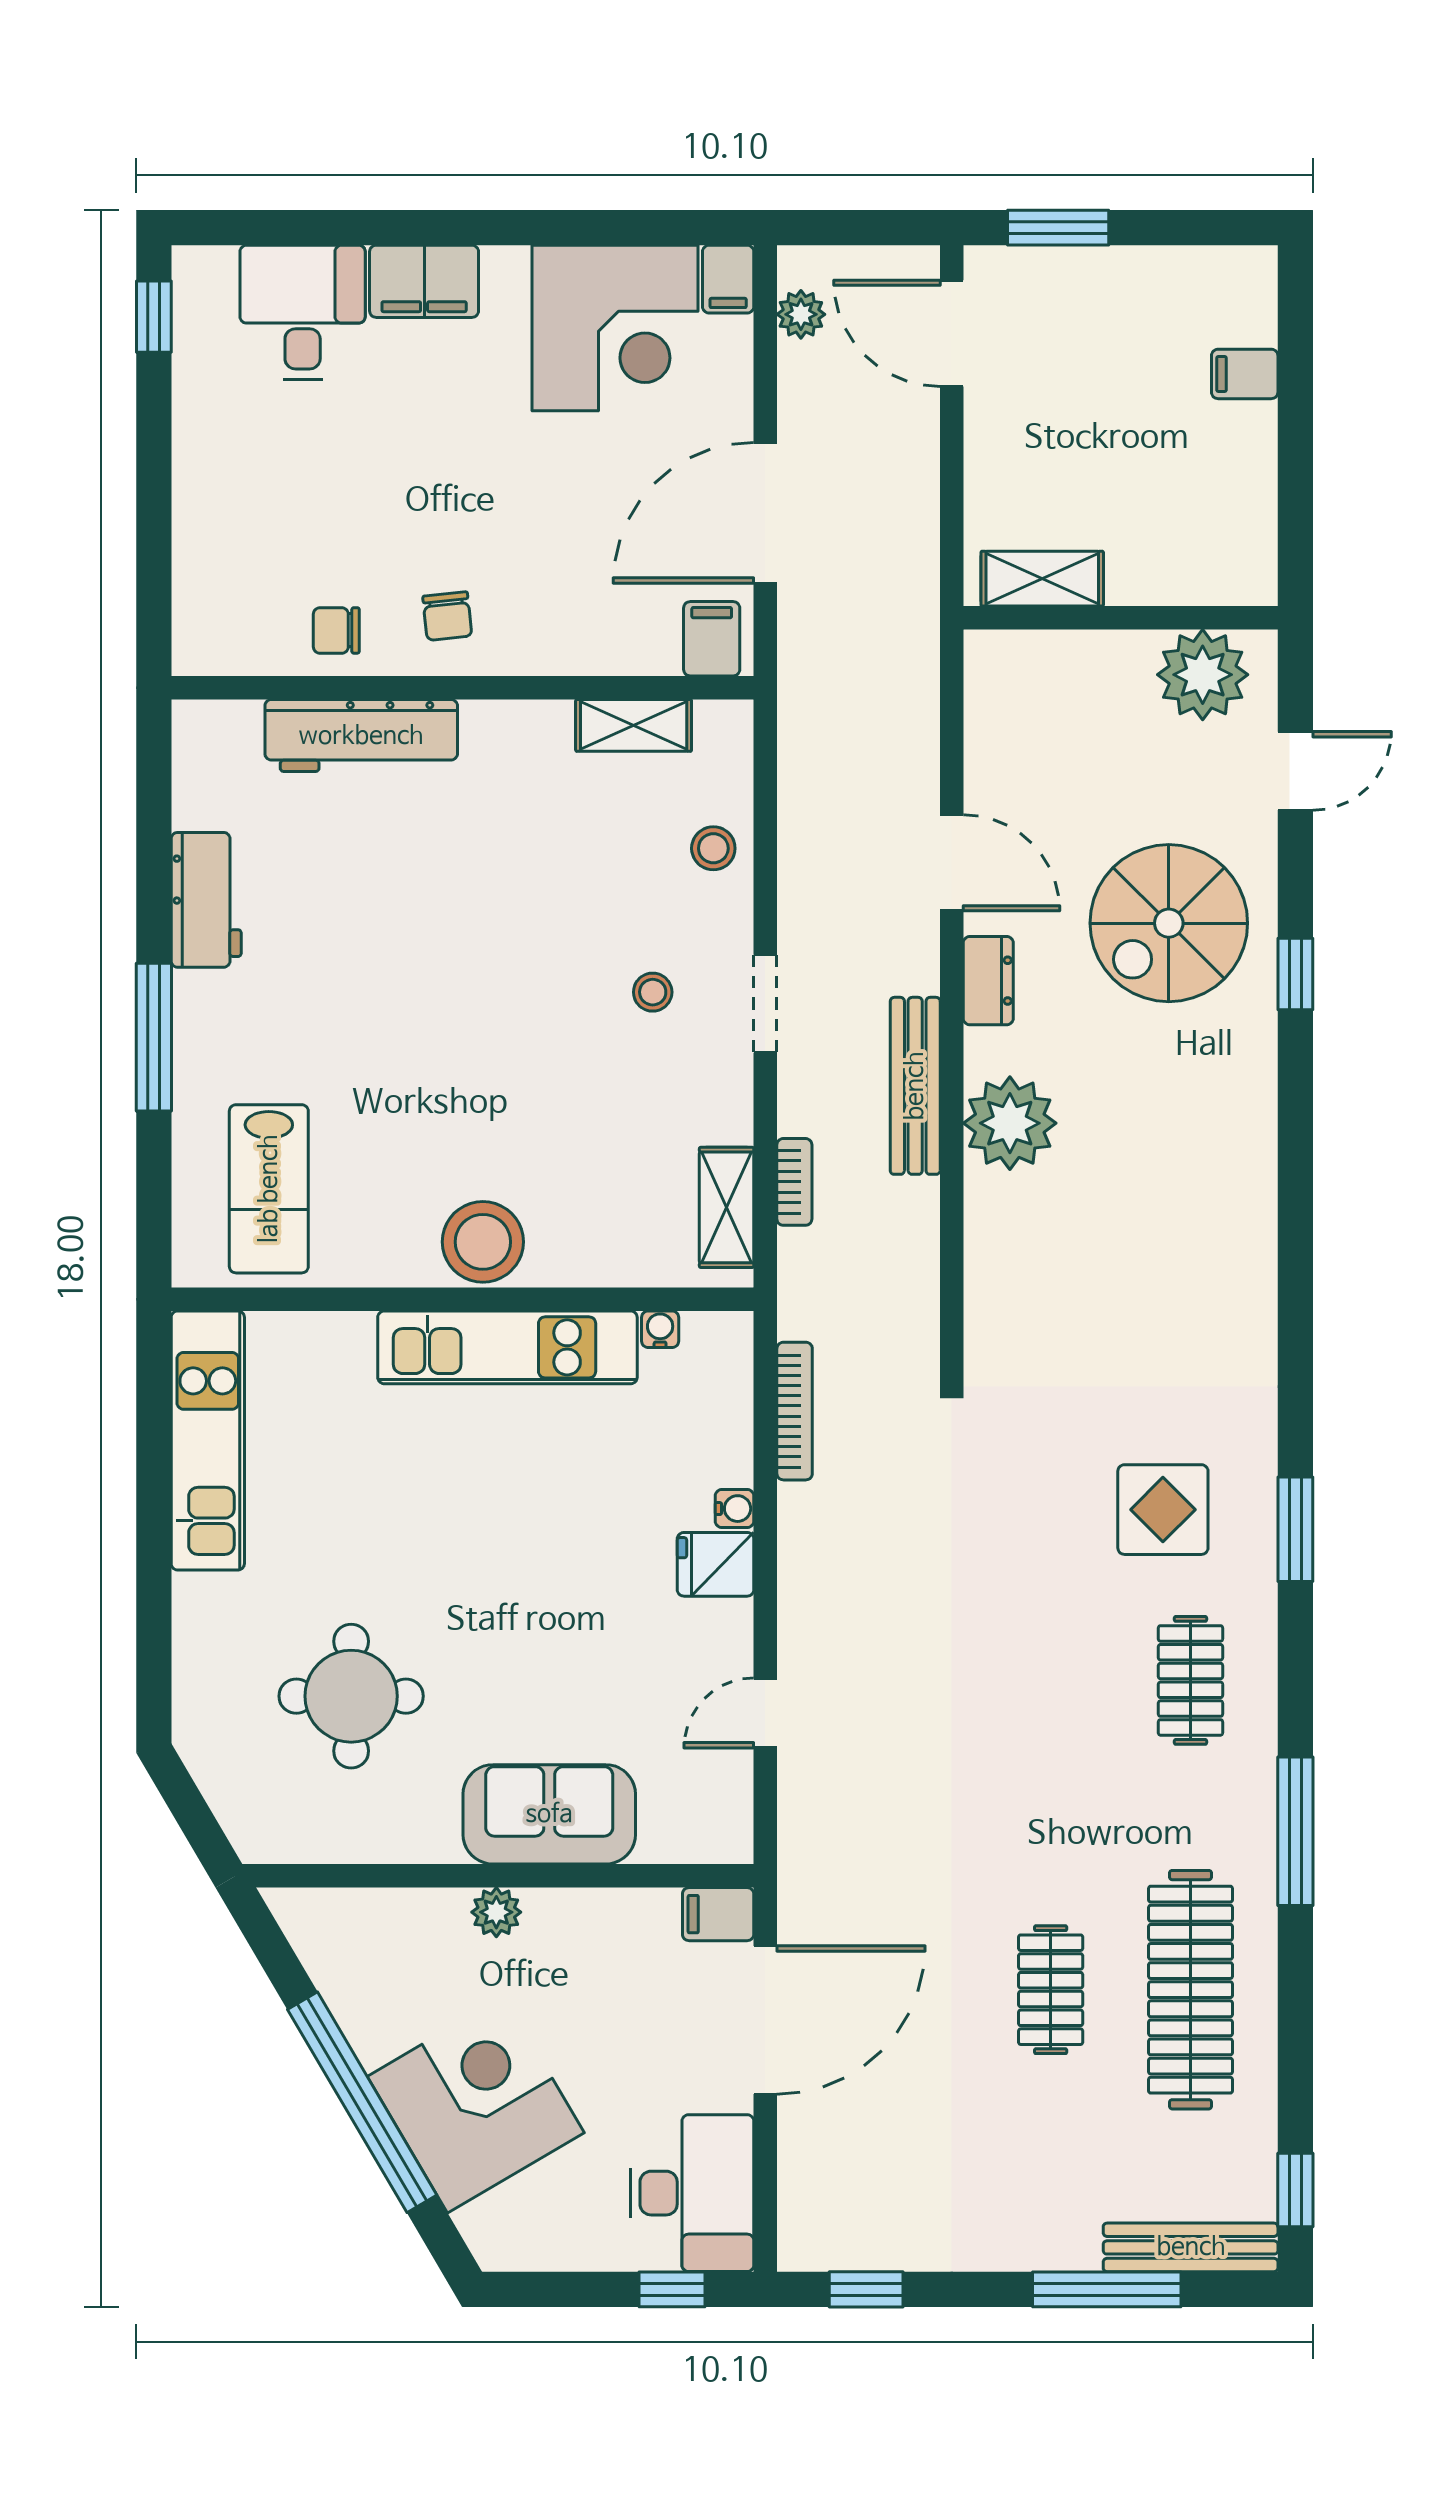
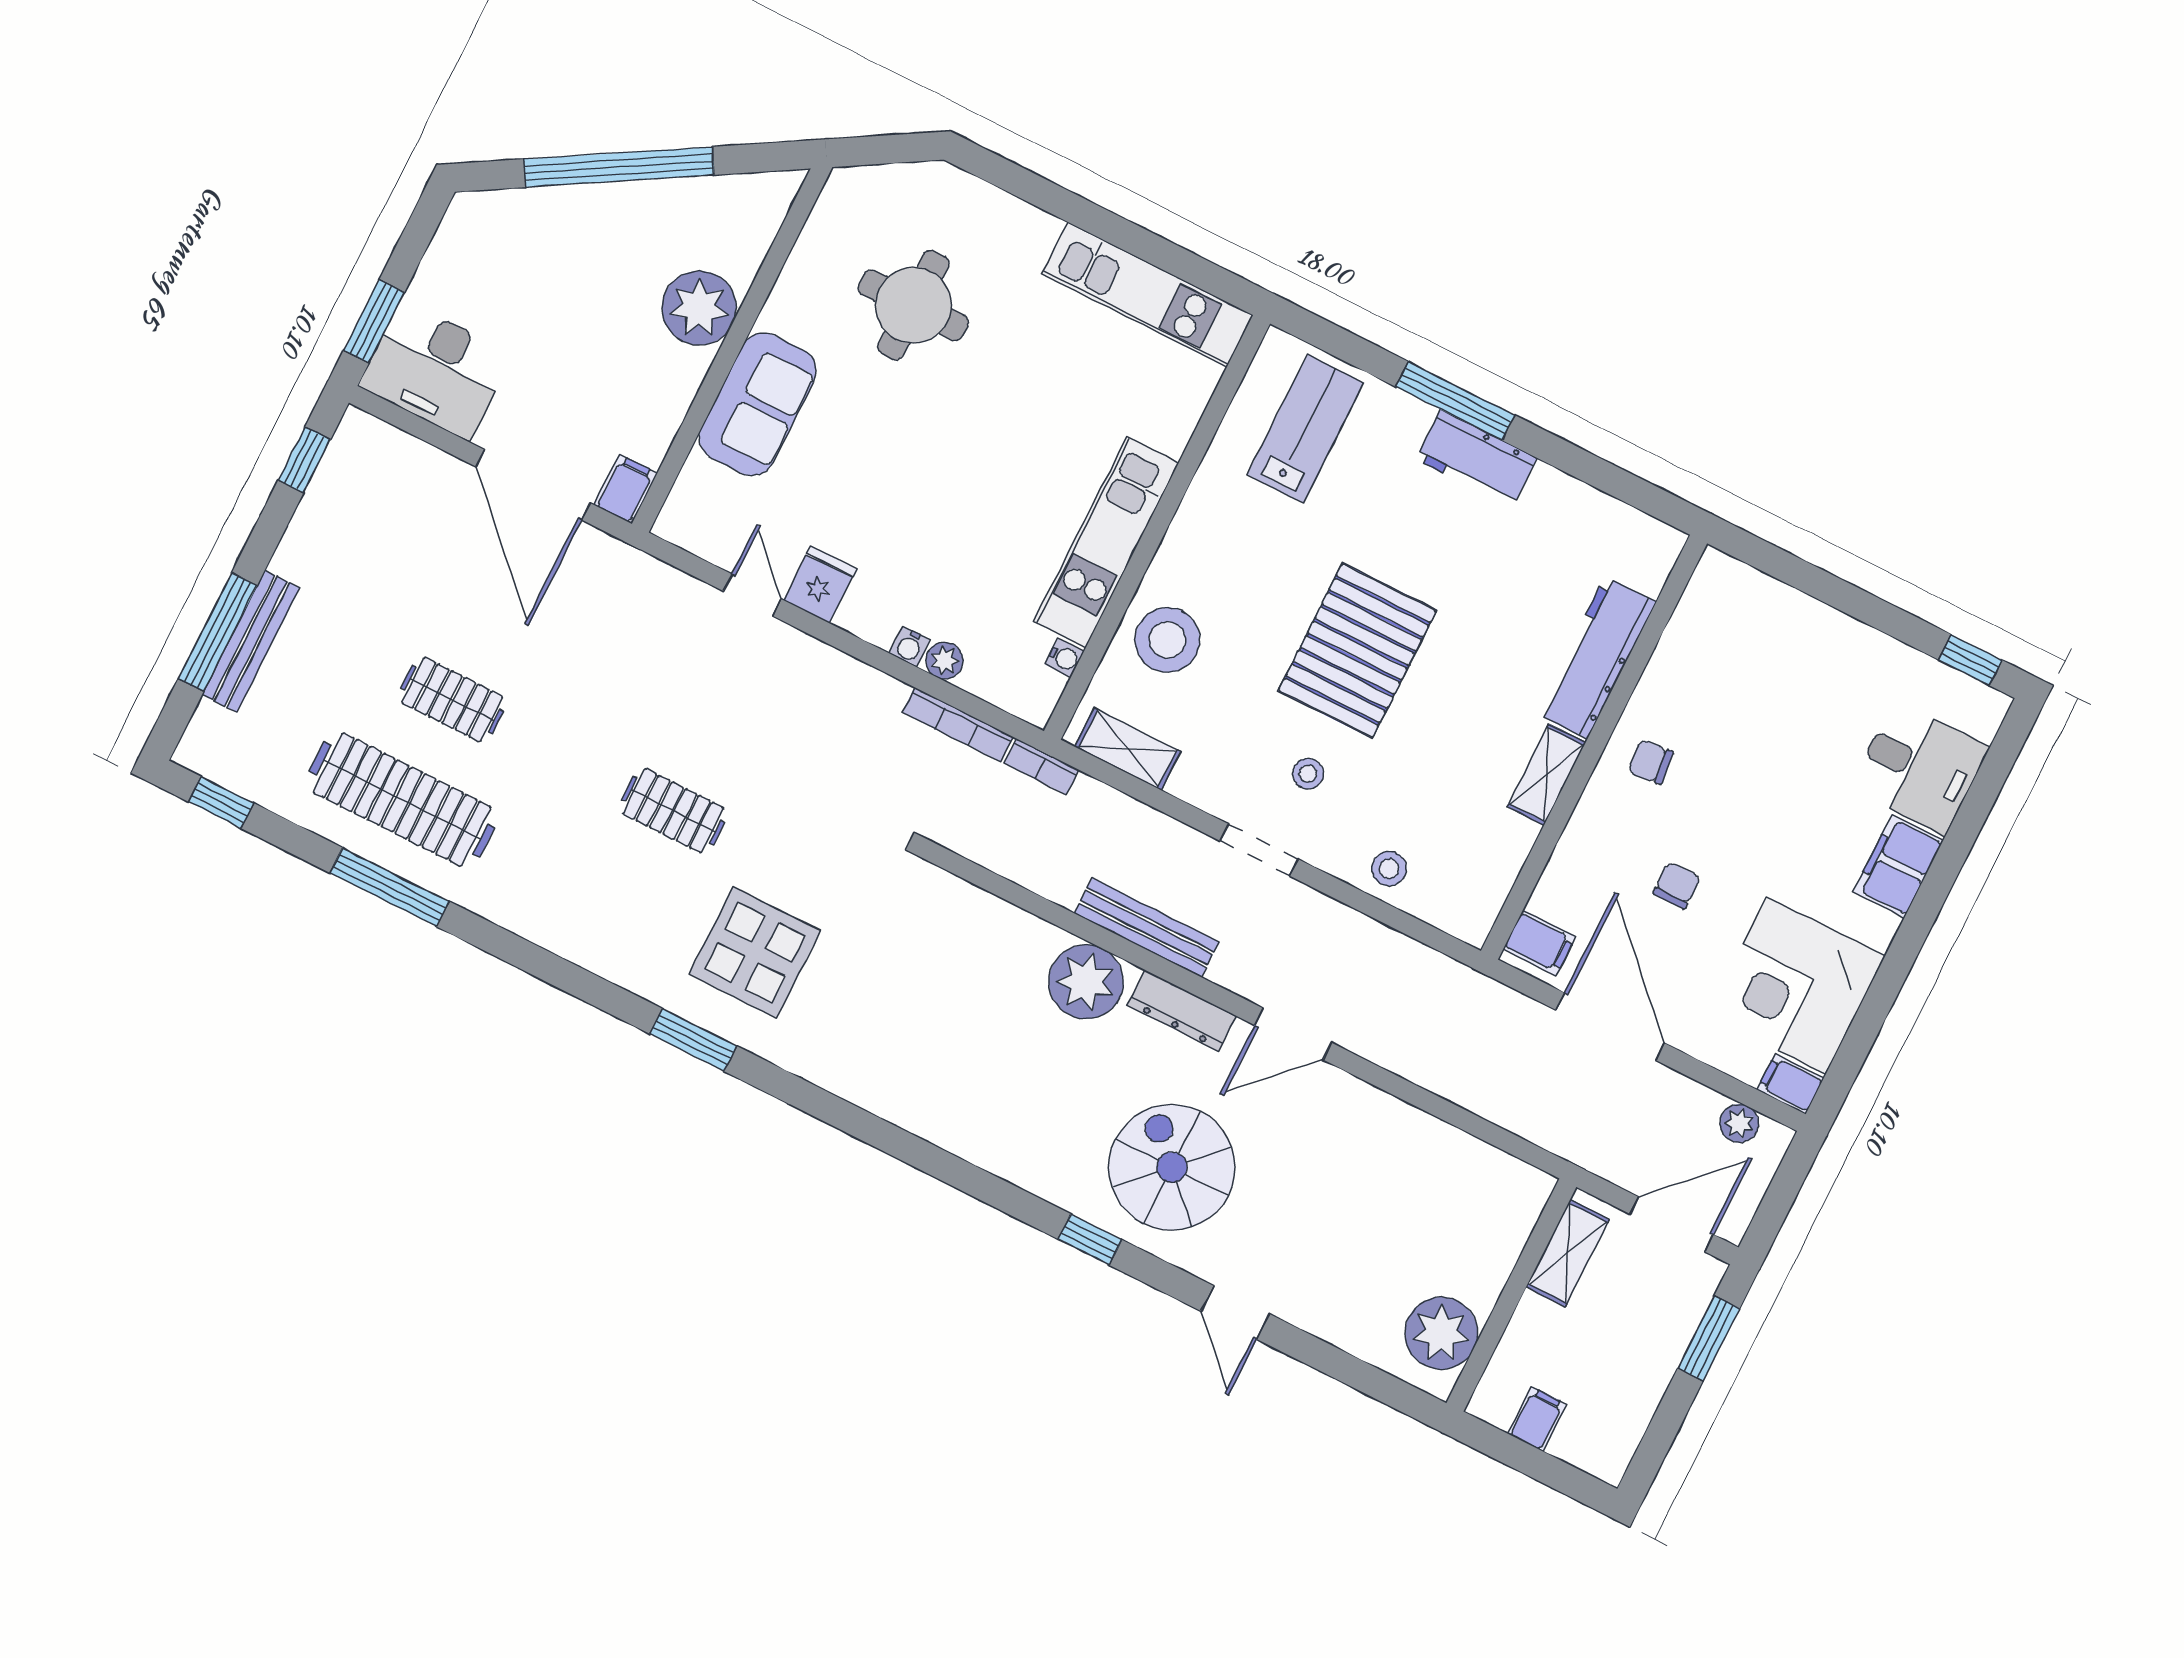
shelving: (1042, 579) -> (1568, 1253), moved
wall: (1121, 618) -> (1511, 1295), moved
chair: (336, 630) -> (1677, 885), moved
plant: (1203, 675) -> (1441, 1333), moved
shelving: (634, 725) -> (1546, 775), moved
workbench: (206, 900) -> (1476, 458), moved
dresser: (988, 981) -> (1182, 1011), width x1.44
pallet: (487, 1006) -> (1357, 651), added
bookcase: (794, 1182) -> (1041, 767), moved
lab bench: (269, 1189) -> (1305, 429), turned 90
stool: (483, 1242) -> (1167, 640), moved
plant: (731, 1462) -> (945, 661), added
display table: (1163, 1510) -> (755, 952), width x1.36, depth x1.36
fridge: (716, 1564) -> (820, 585), moved
clothes rail: (1190, 1680) -> (673, 811), moved
window: (1295, 1831) -> (390, 887), moved
plant: (496, 1912) -> (699, 308), width x1.88, depth x1.88
corner desk: (476, 2105) -> (577, 247), removed
bench: (1191, 2247) -> (251, 641), moved
window: (672, 2289) -> (374, 321), width x1.50

